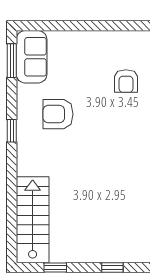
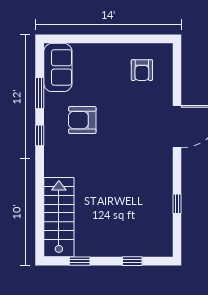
window: (12, 61) -> (40, 93), moved
armchair: (126, 81) -> (142, 70), moved

